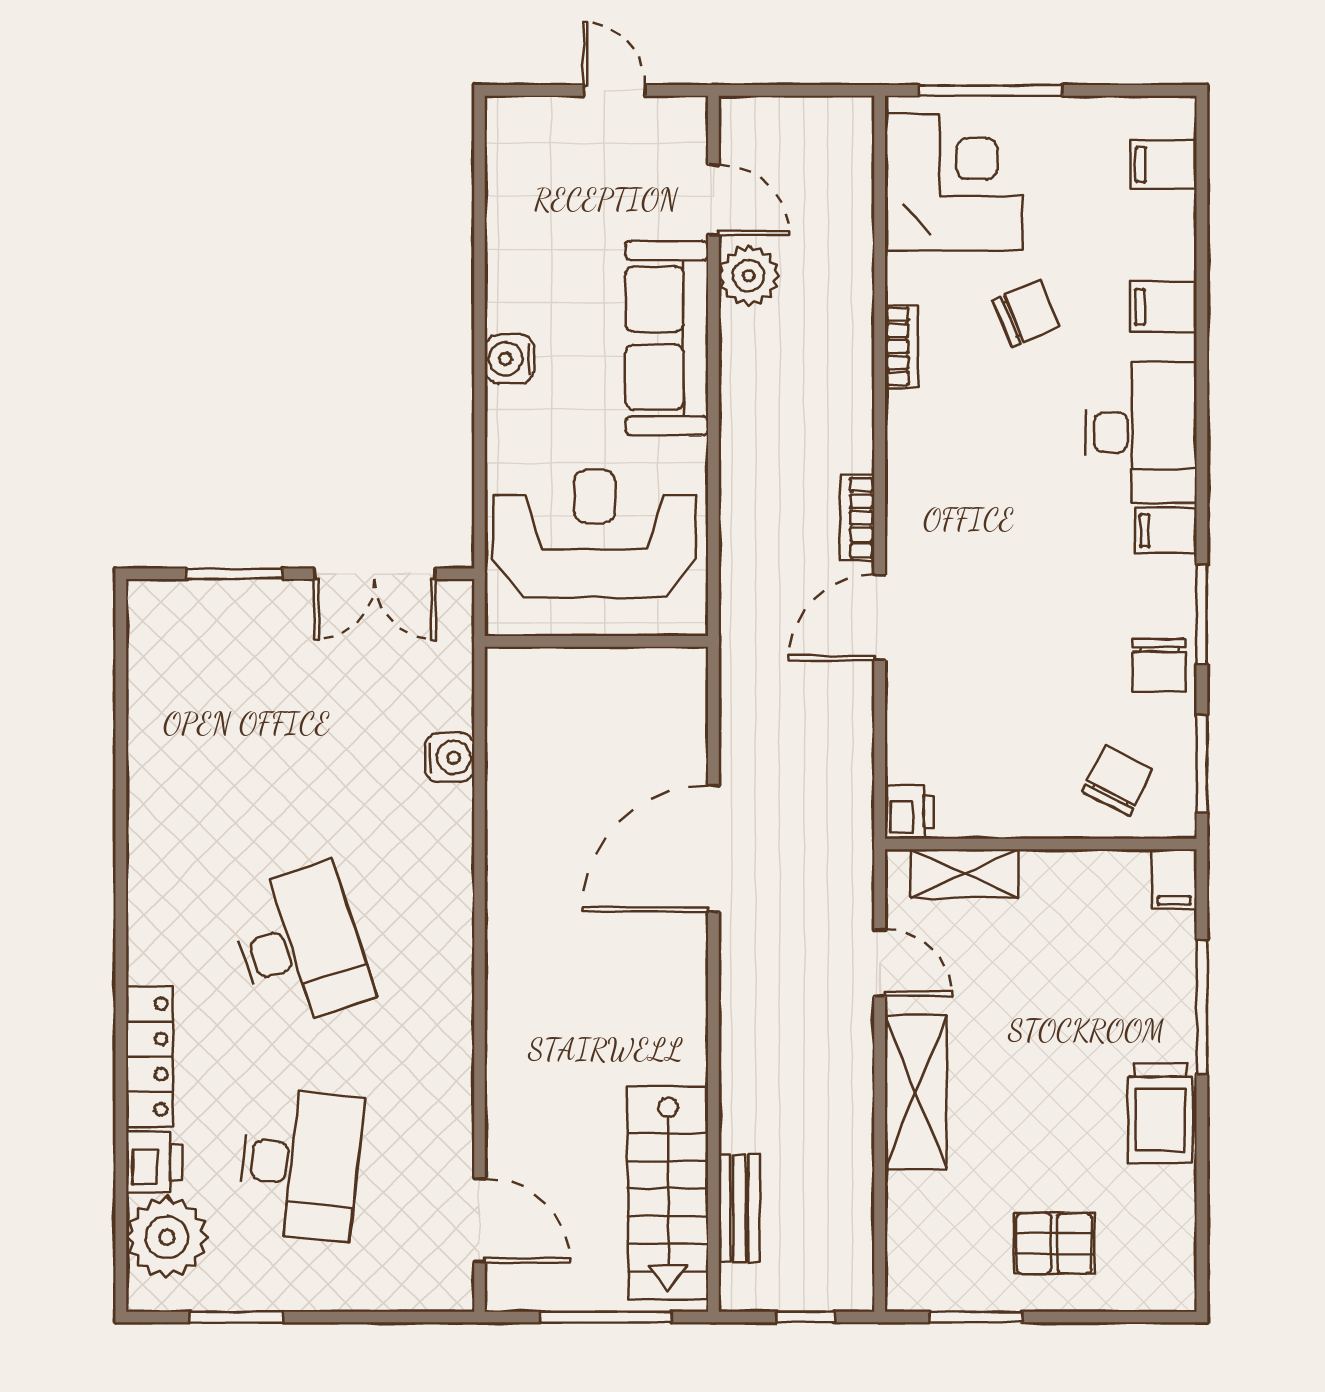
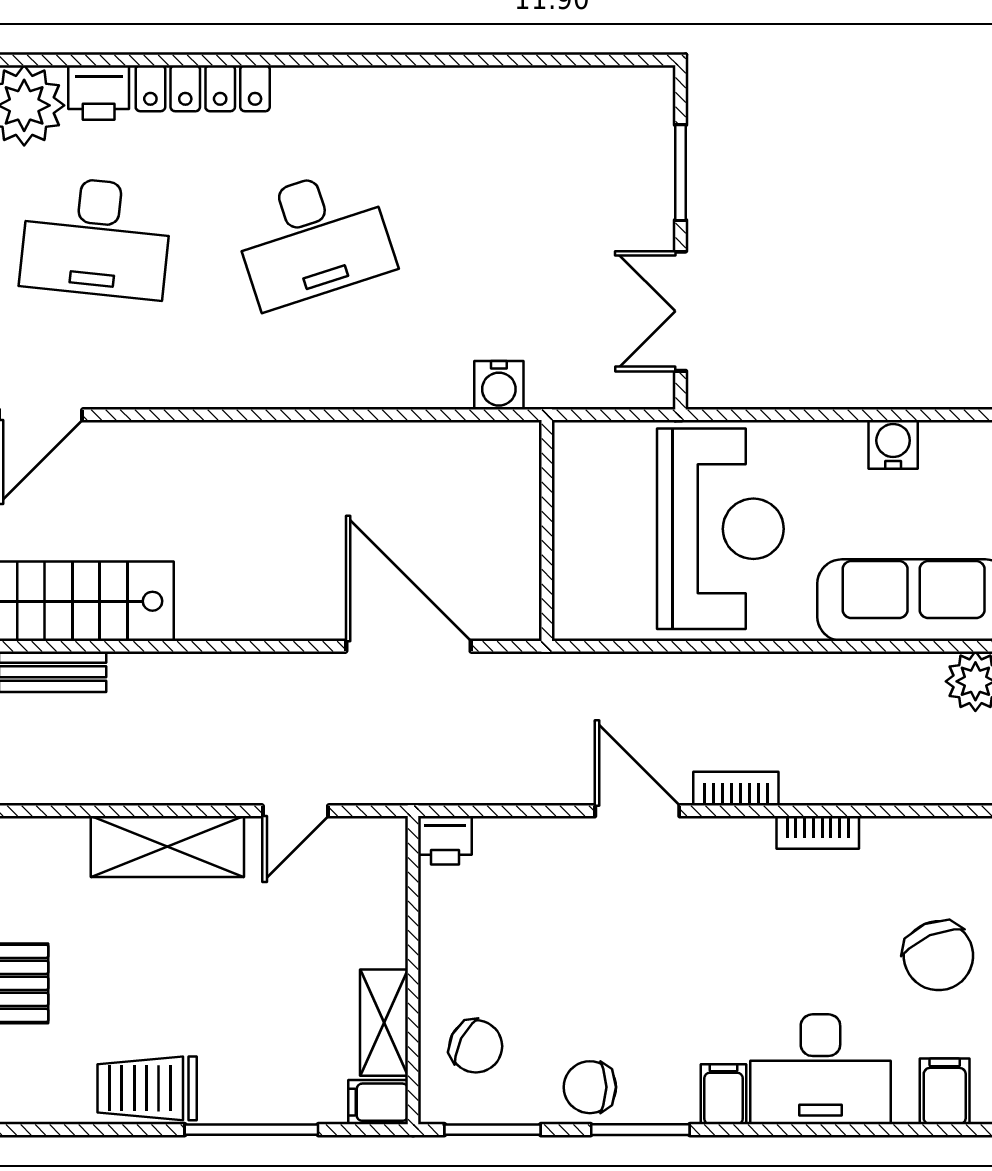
chair: (1026, 313) -> (938, 956), width x1.37, depth x1.37
bookcase: (902, 346) -> (818, 832), moved
wall: (596, 641) -> (547, 531), moved
shelving: (964, 873) -> (384, 1023), moved

